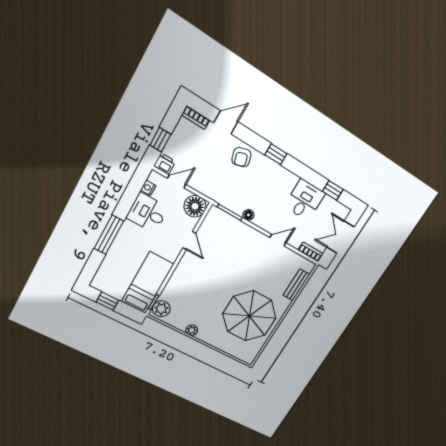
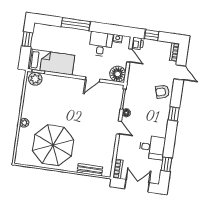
door: (278, 240) -> (119, 128), moved
plant: (192, 330) -> (24, 123), moved

